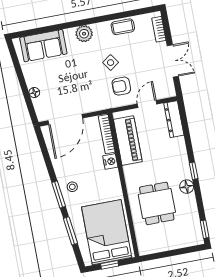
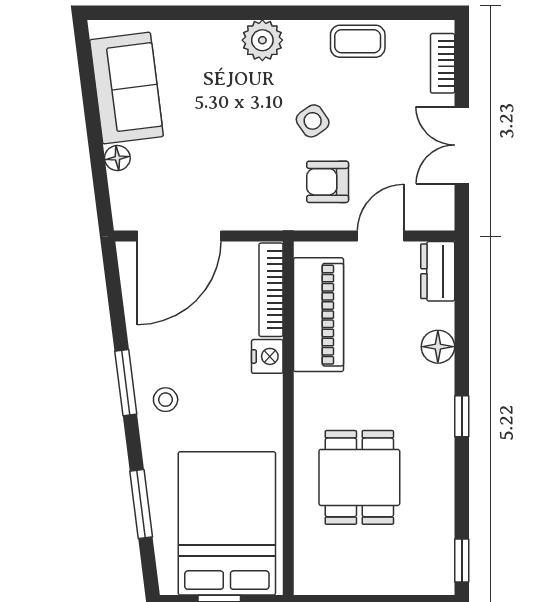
sofa: (43, 46) -> (127, 88), moved, turned -97
double door: (173, 61) -> (462, 145), swing flipped
dresser: (174, 119) -> (438, 271), width x0.70
floor lamp: (187, 187) -> (438, 347), moved
window: (59, 194) -> (126, 383), moved

